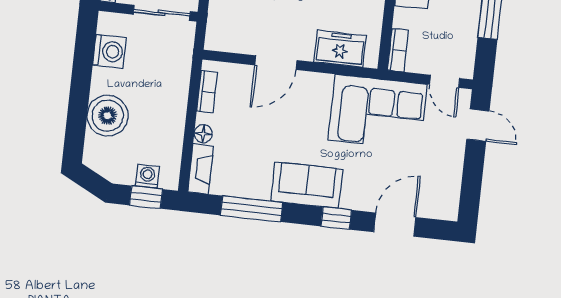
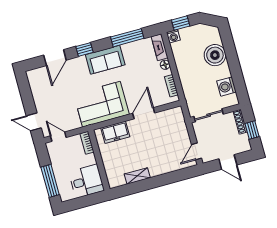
corner sofa: (378, 112) -> (101, 104), moved
washing machine: (147, 176) -> (173, 36), moved

